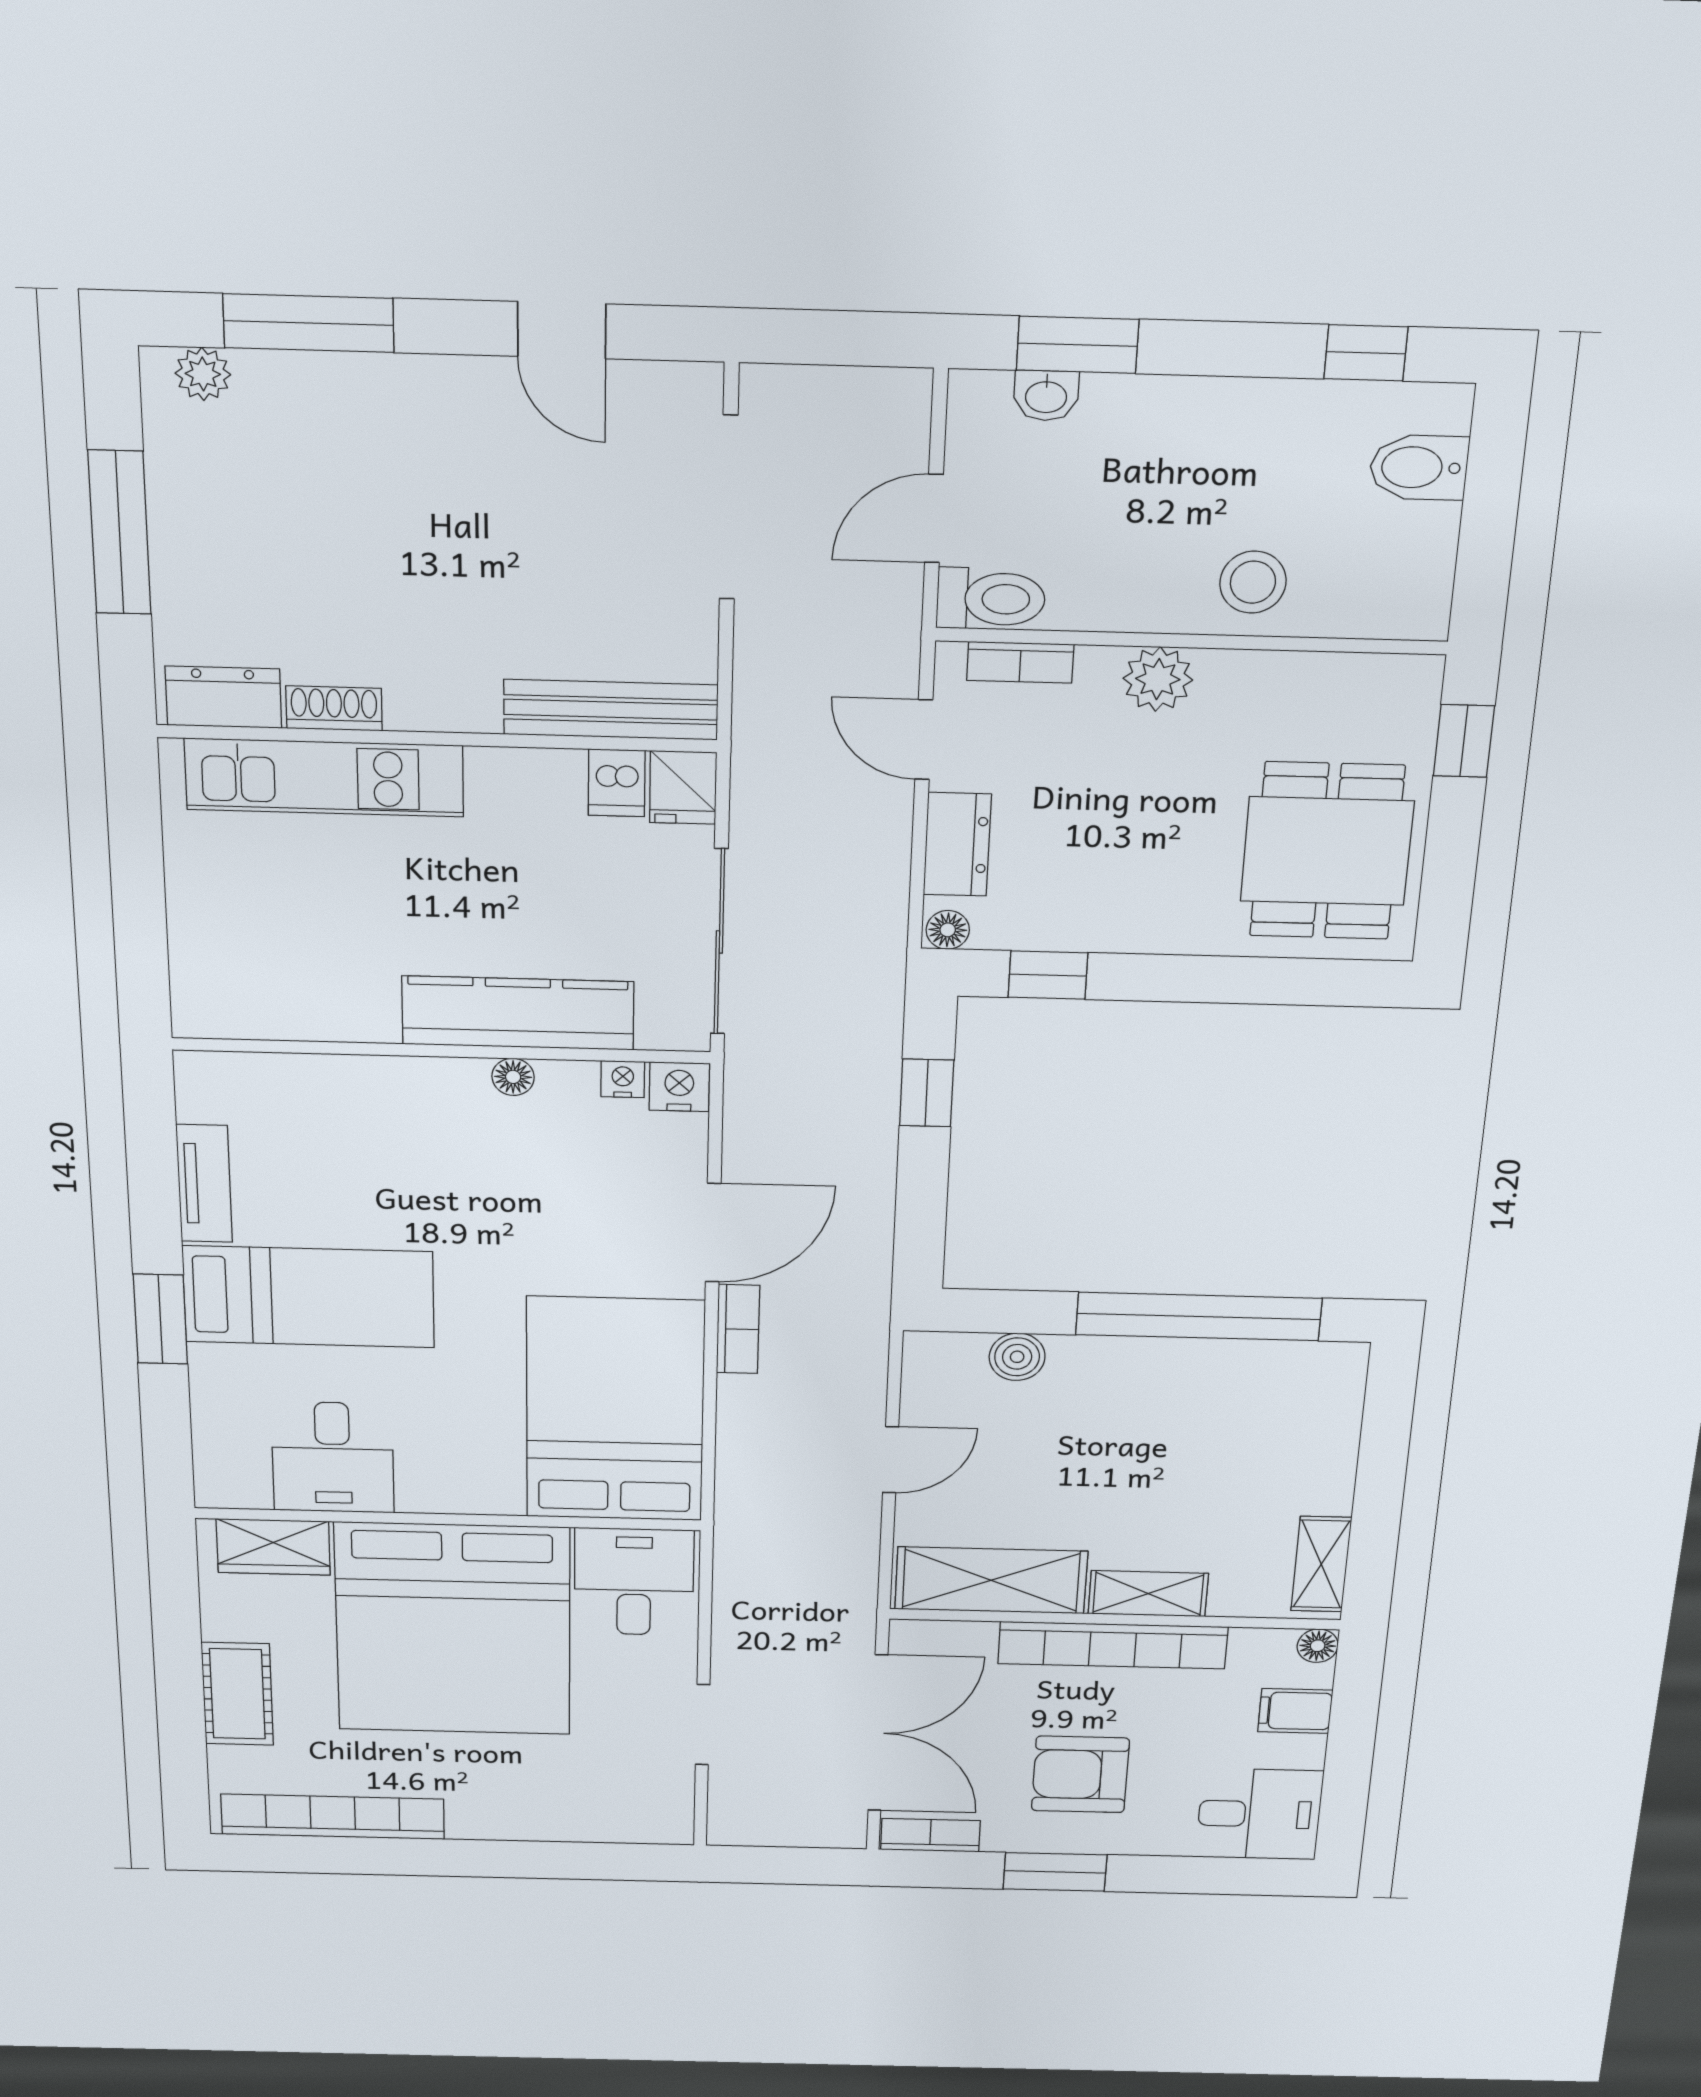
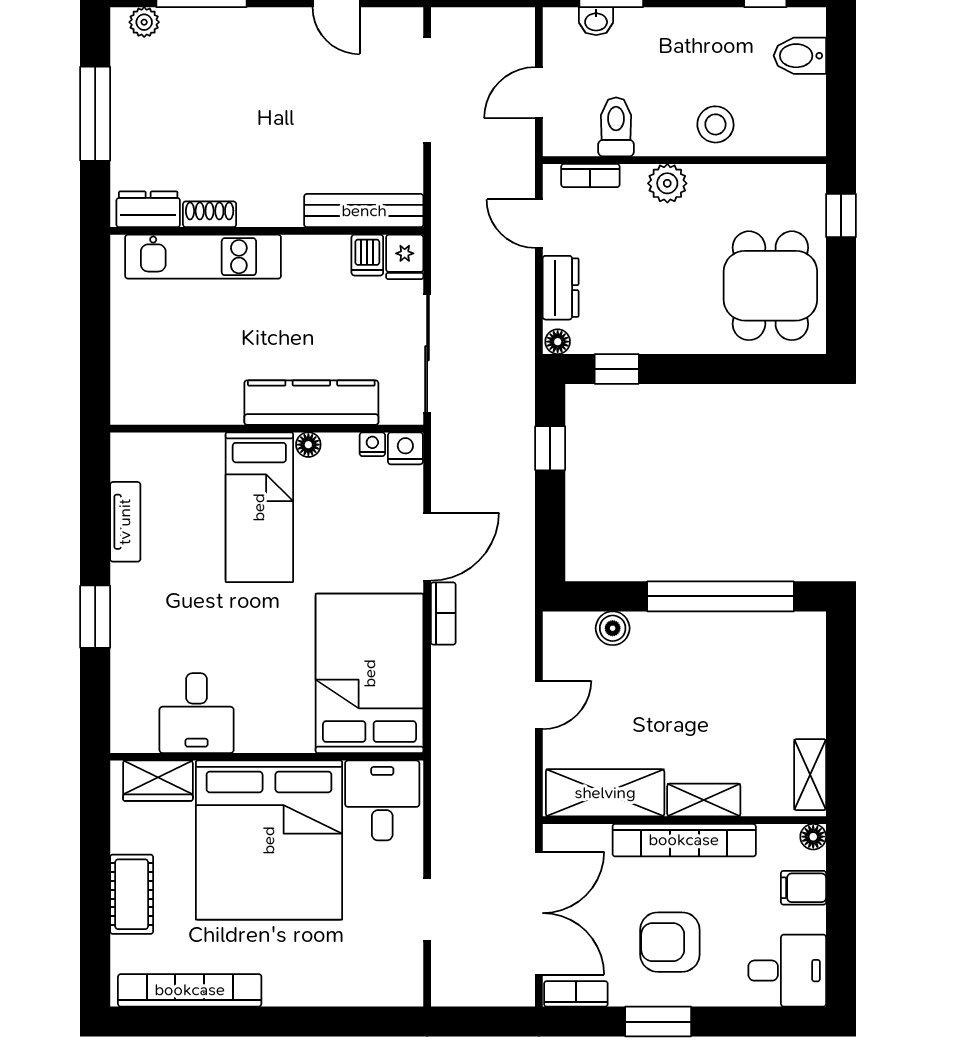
toilet: (991, 599) -> (616, 127), moved, turned -90
bed: (309, 1297) -> (259, 507), moved, turned 90

